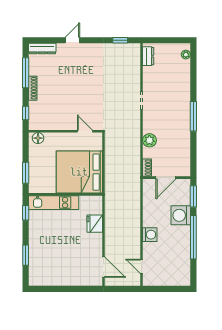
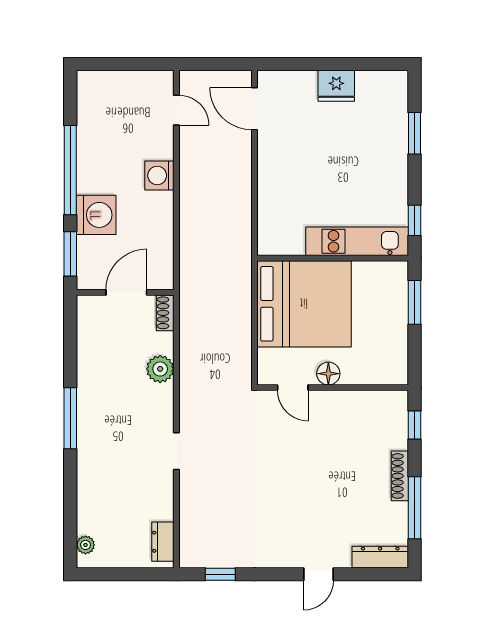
floor lamp: (38, 138) -> (328, 374), moved
fridge: (95, 224) -> (336, 86), moved, turned 90

